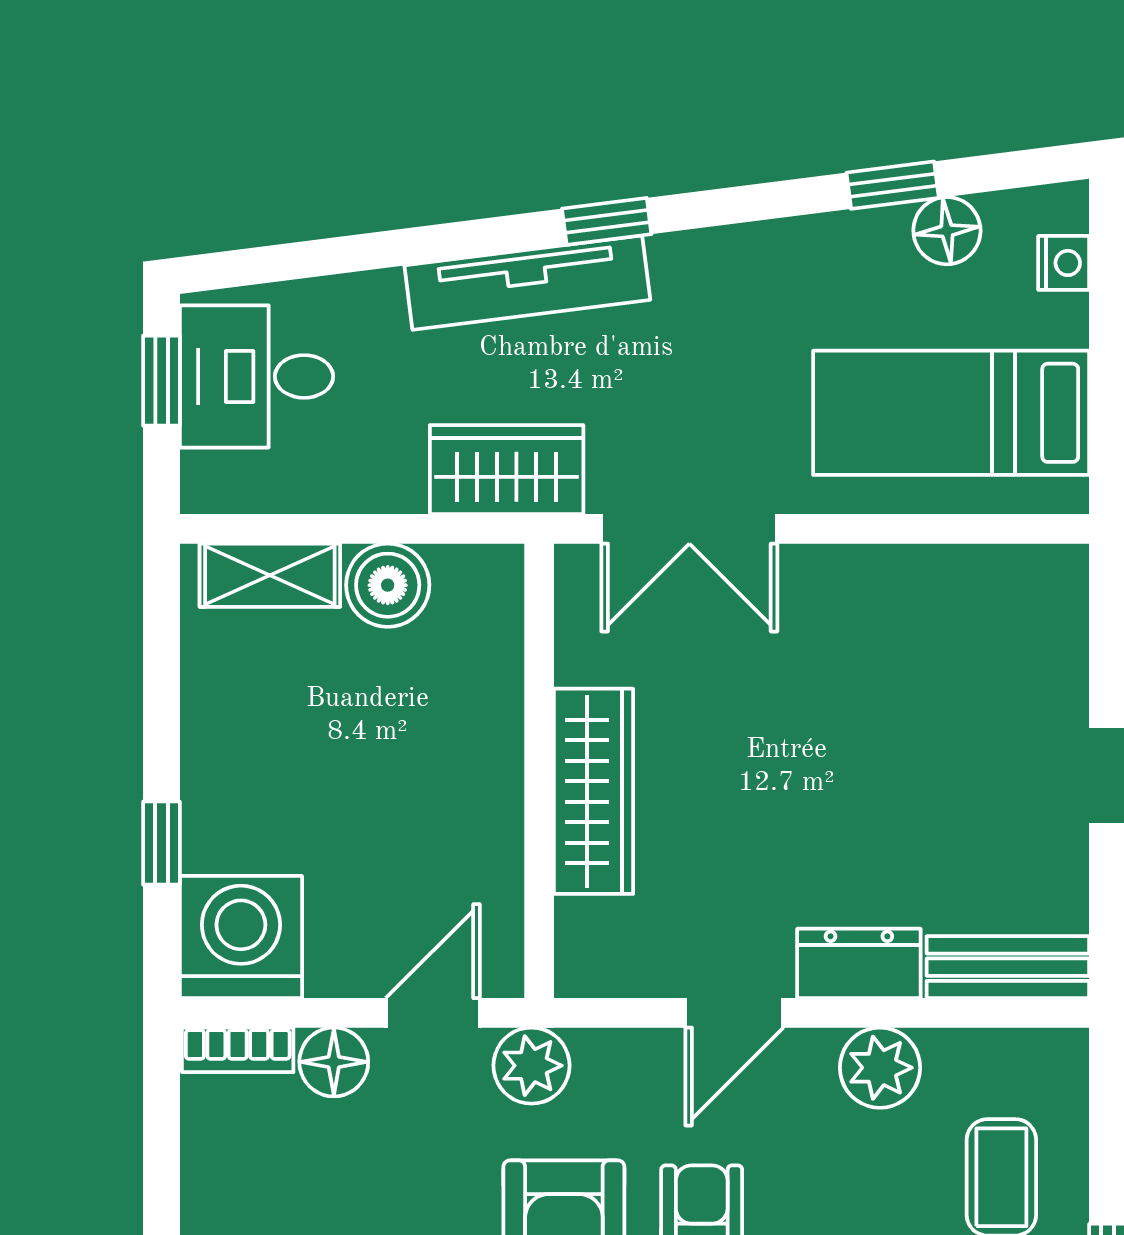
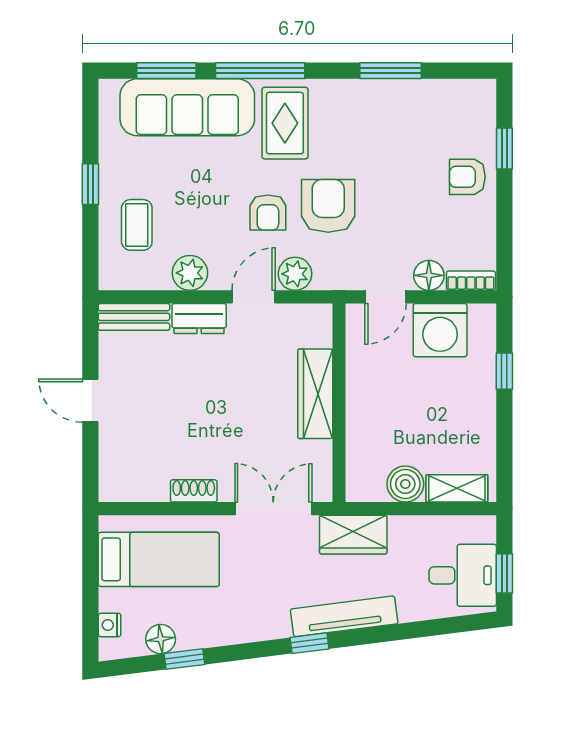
shoe rack: (871, 569) -> (194, 491), added
washing machine: (241, 937) -> (440, 330), moved
plant: (531, 1066) -> (295, 274), moved

